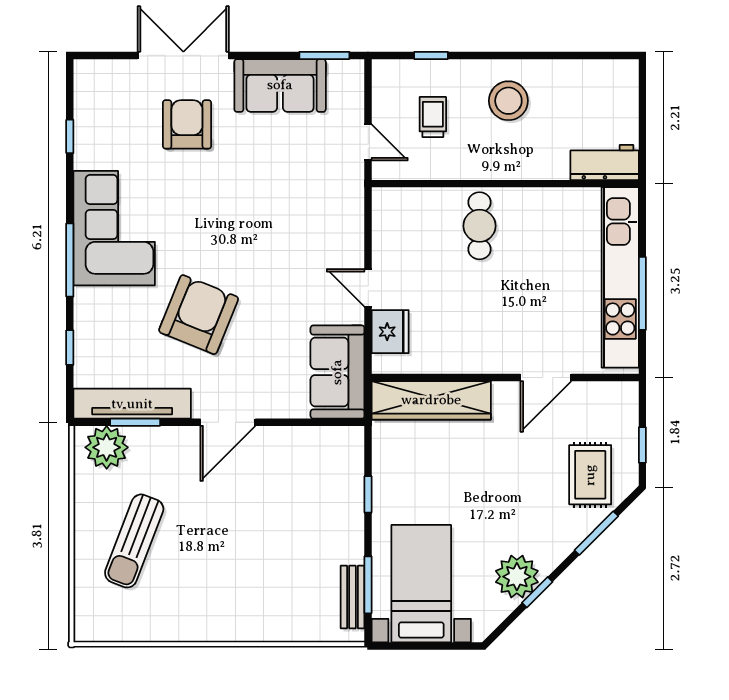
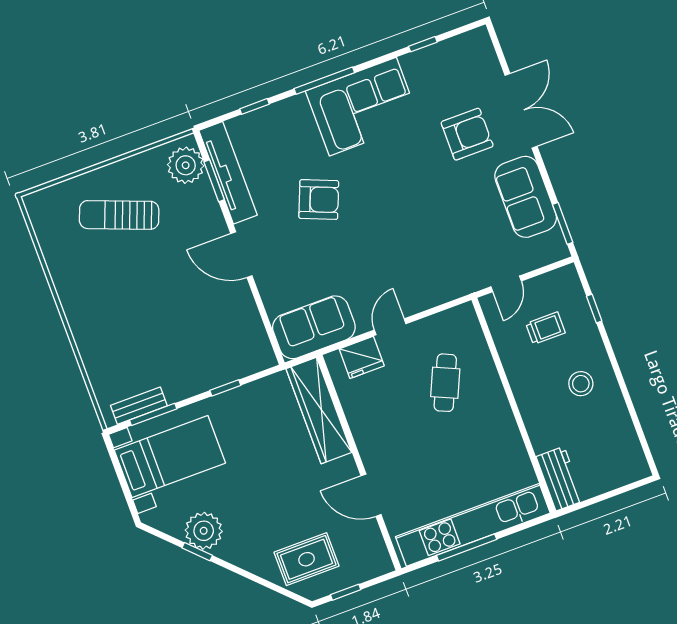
stool: (508, 101) -> (581, 384), width x0.73, depth x0.73
cafe table: (479, 226) -> (445, 383), moved, turned -66
armchair: (199, 315) -> (319, 200), width x0.73, depth x0.73
window: (596, 533) -> (262, 581), removed

